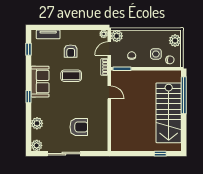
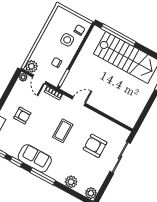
plant: (175, 41) -> (64, 16), removed
window: (29, 67) -> (16, 162), added
coffee table: (71, 76) -> (63, 131), moved
window: (29, 97) -> (43, 176), width x2.17
armchair: (79, 127) -> (95, 146), turned -90
sliding door: (64, 154) -> (120, 157), moved

